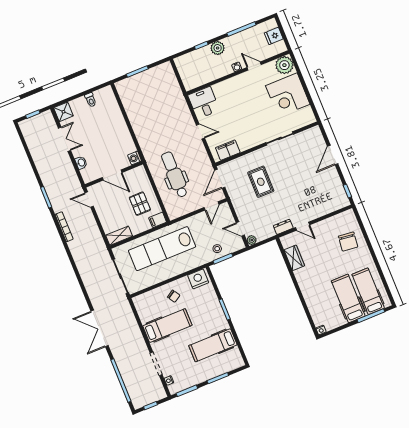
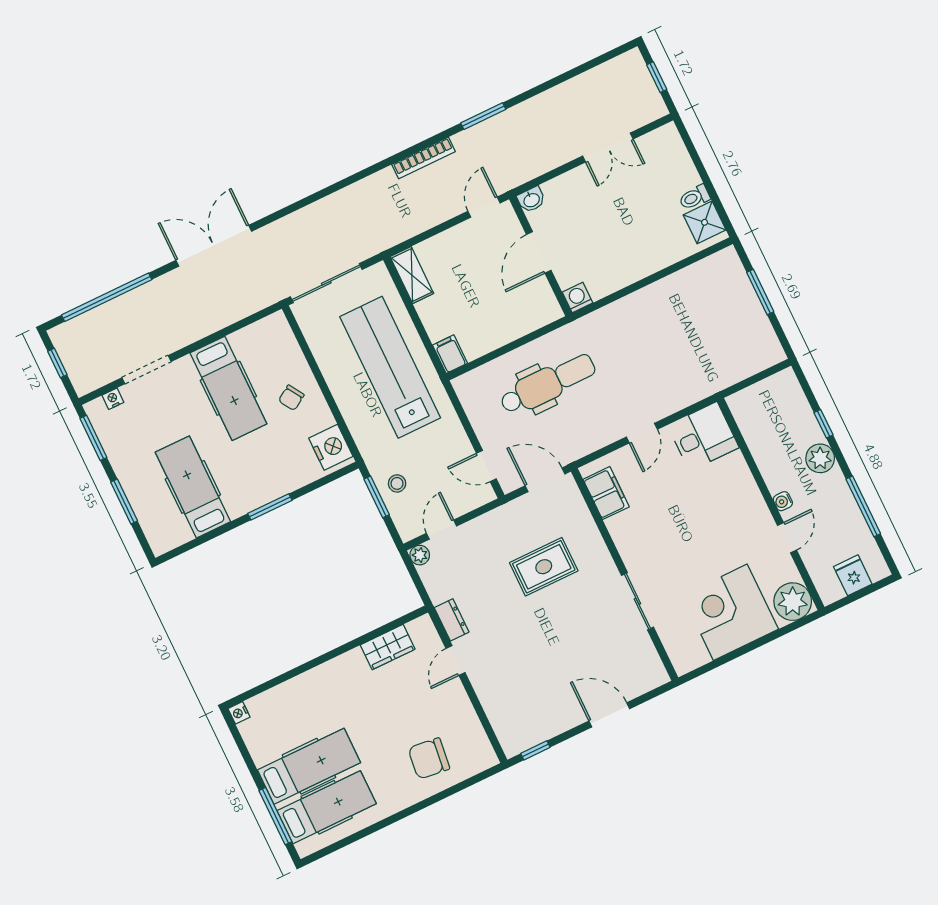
shower: (63, 112) -> (705, 222), moved
washbasin: (81, 163) -> (531, 200), moved
pallet: (140, 204) -> (482, 315), removed

